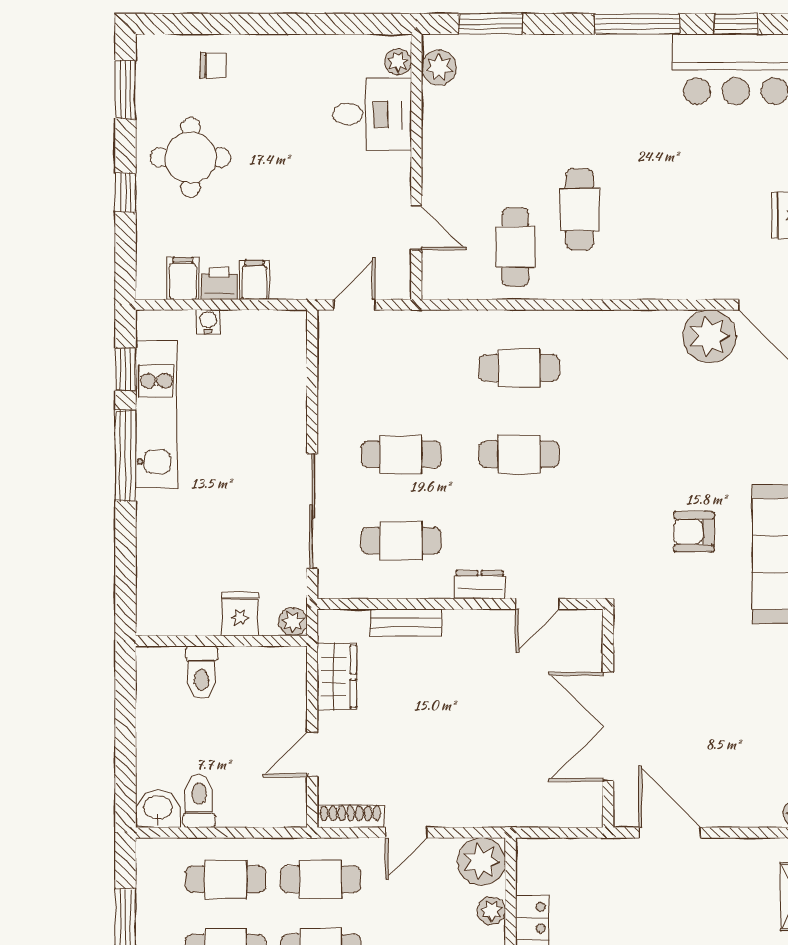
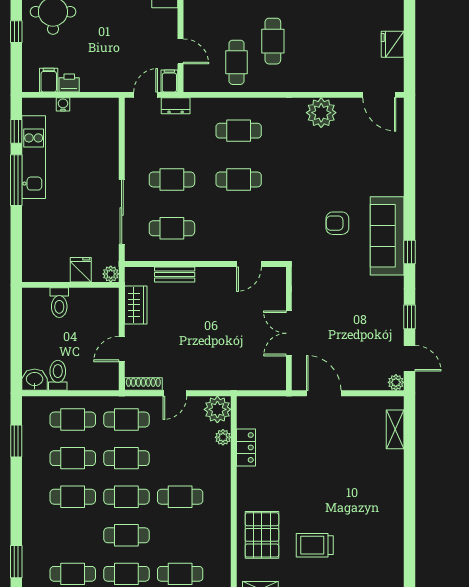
filing cabinet: (254, 280) -> (169, 81), moved
plant: (709, 336) -> (321, 113), moved
dresser: (480, 585) -> (176, 106), moved, turned 180
double door: (608, 727) -> (289, 333), width x0.73

